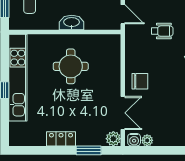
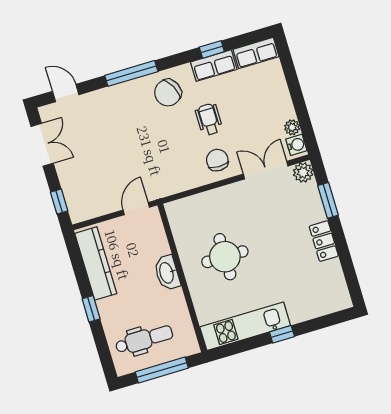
wheelchair: (162, 31) -> (209, 119), moved
kitchen unit: (18, 78) -> (245, 326), width x0.73

